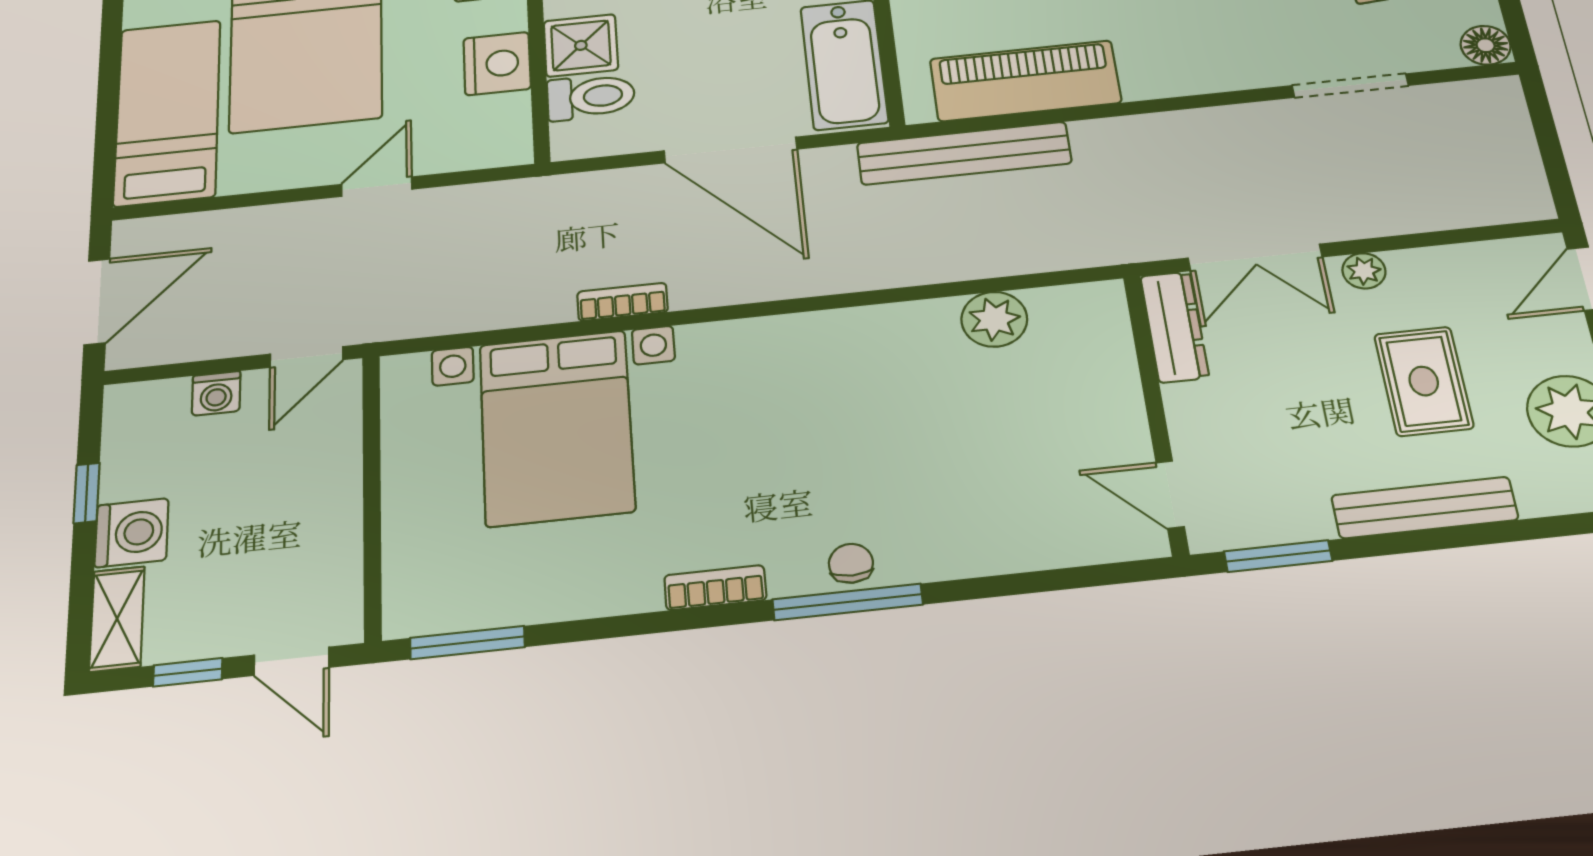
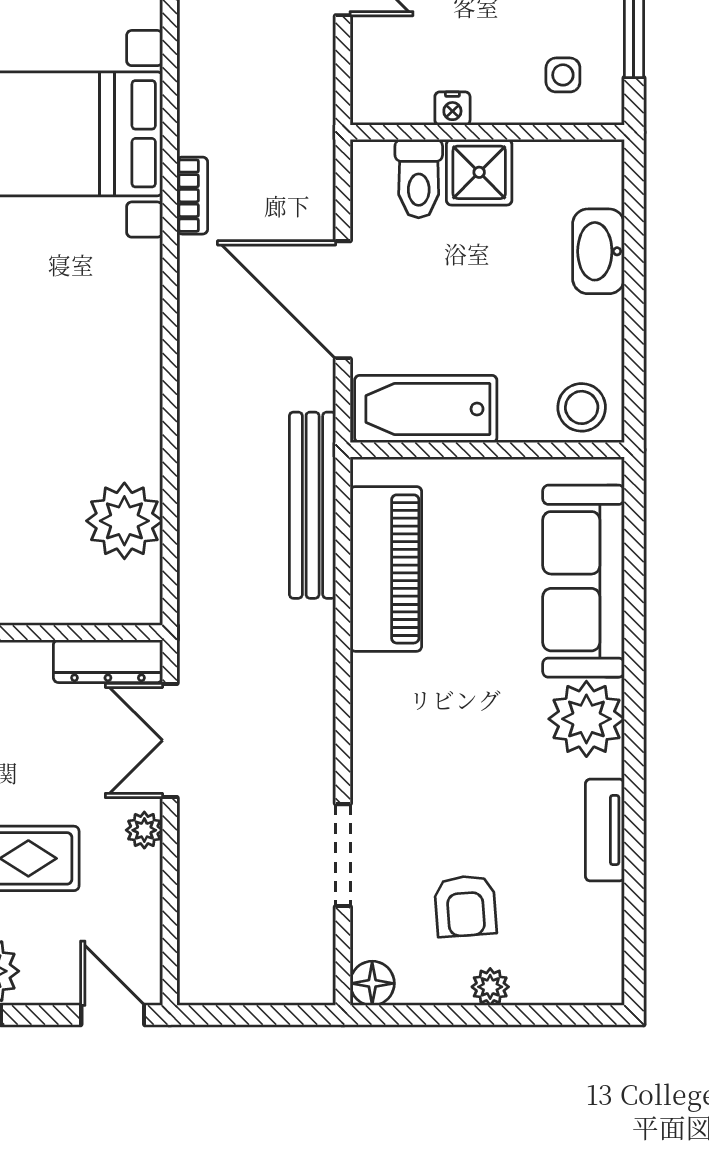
nightstand: (497, 64) -> (452, 108), width x0.53, depth x0.56
door: (731, 150) -> (343, 300), hinge flipped
plant: (994, 319) -> (124, 521), width x1.36, depth x1.36

